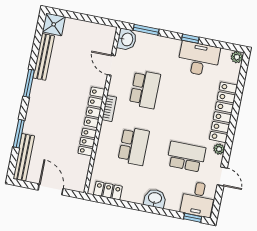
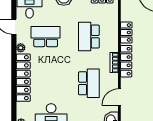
door: (111, 65) -> (119, 97), swing flipped
school desk: (145, 89) -> (89, 83), turned 180
school desk: (186, 157) -> (46, 37), turned 180

